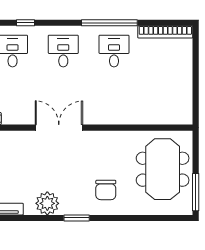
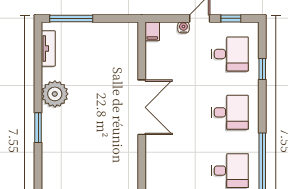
chair: (106, 190) -> (70, 161), removed

